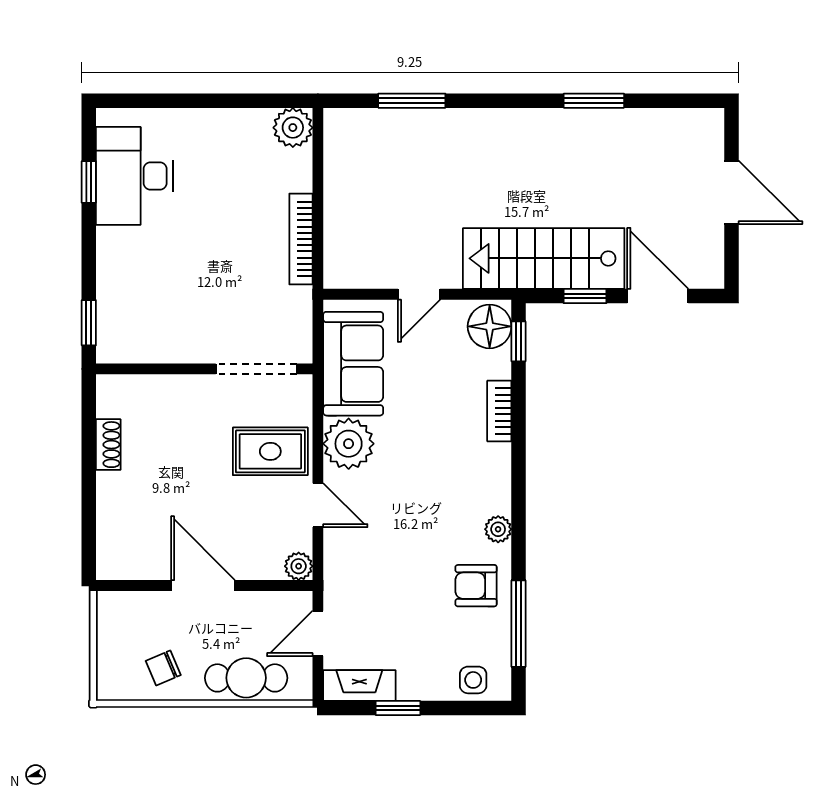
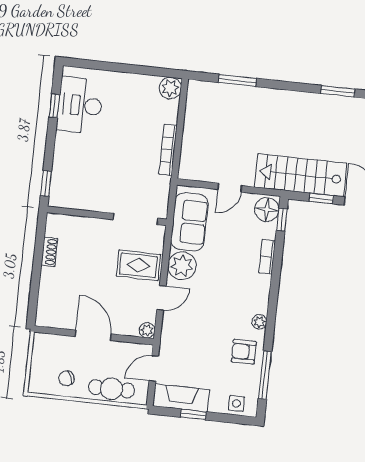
door: (318, 505) -> (161, 298), hinge flipped
fireplace: (359, 685) -> (181, 398), width x1.37, depth x1.32

